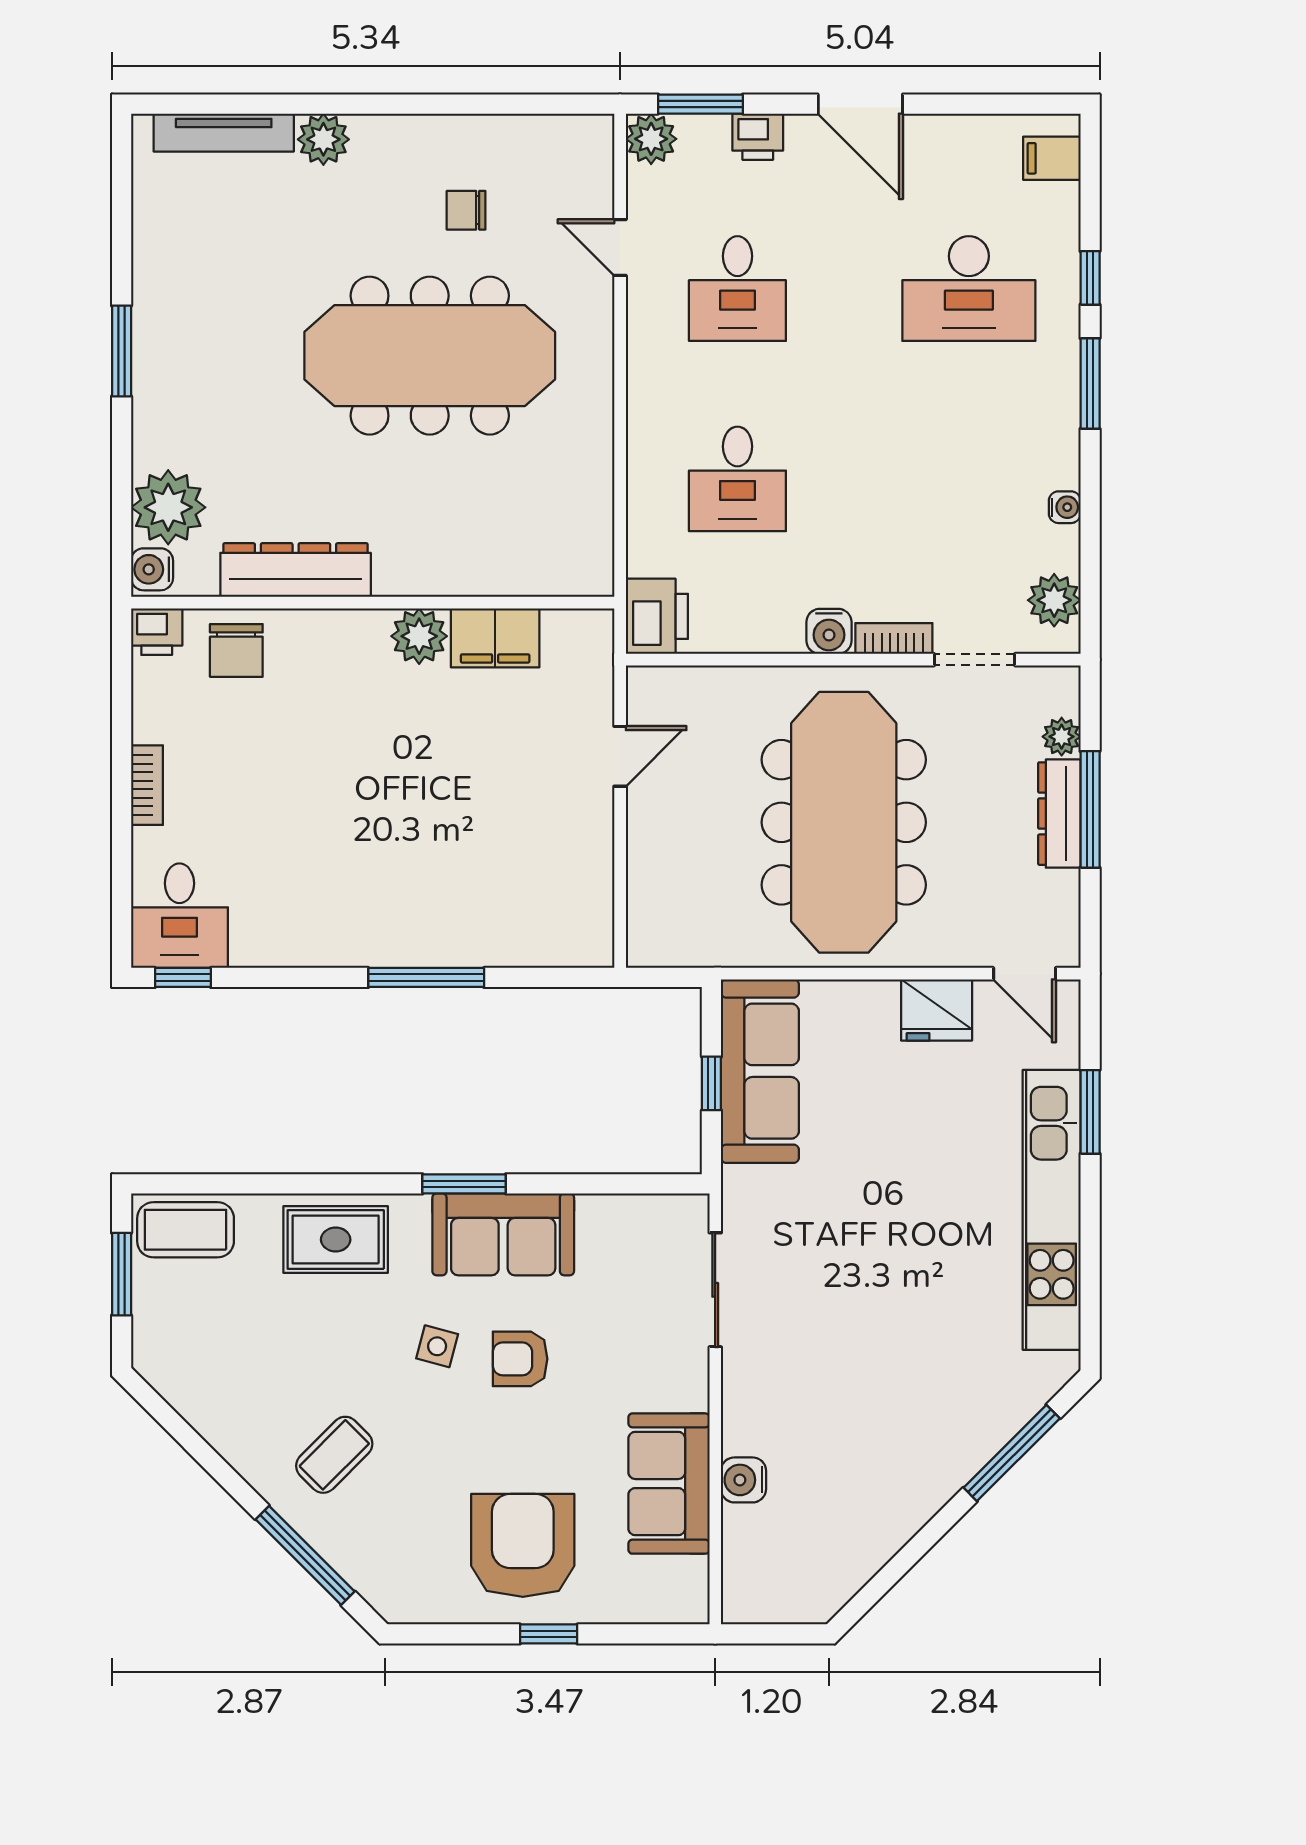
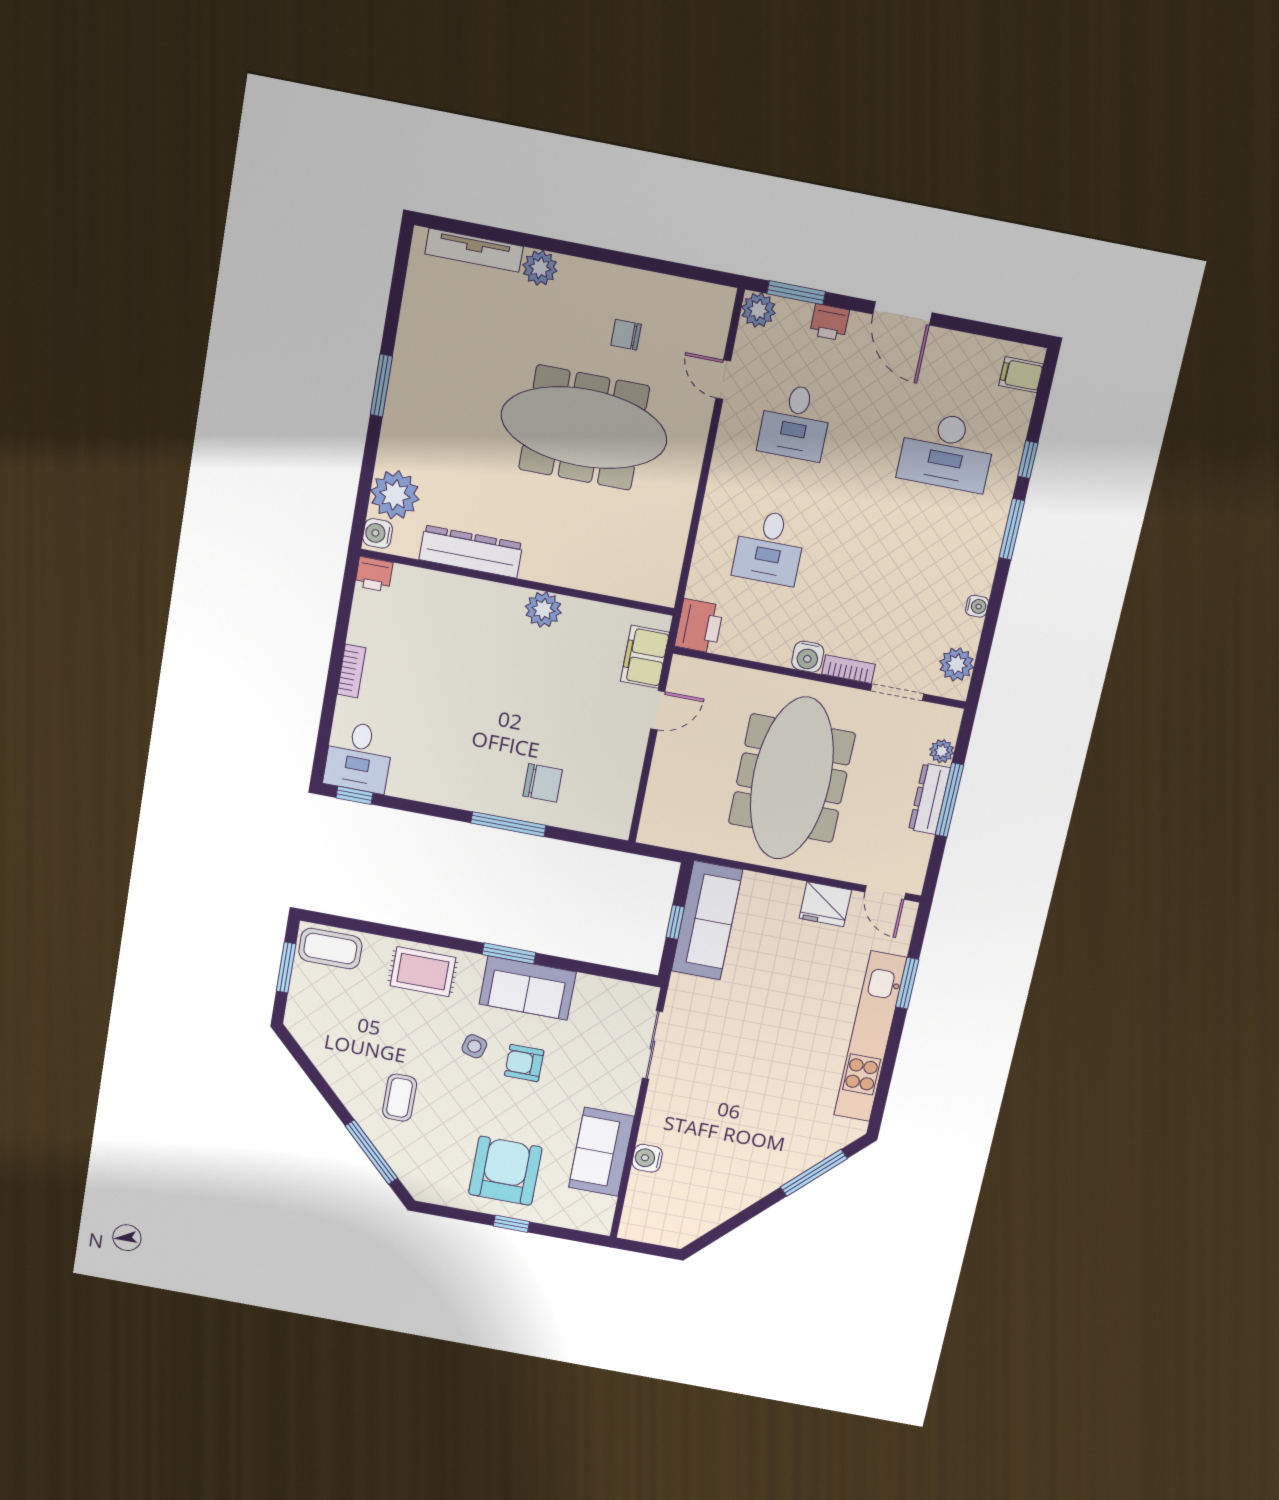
filing cabinet: (495, 638) -> (645, 657), moved, turned 90
chair: (236, 650) -> (543, 783), moved, turned -90
coffee table: (334, 1455) -> (400, 1098), turned -45

